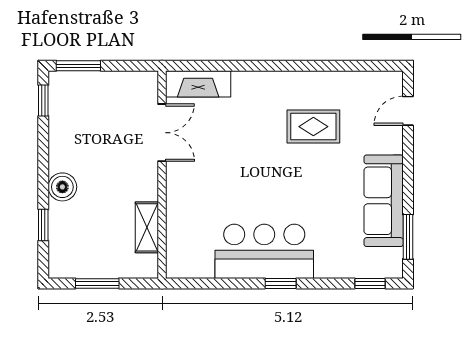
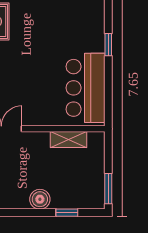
bar counter: (264, 251) -> (85, 88), moved
window: (97, 283) -> (108, 189), moved

